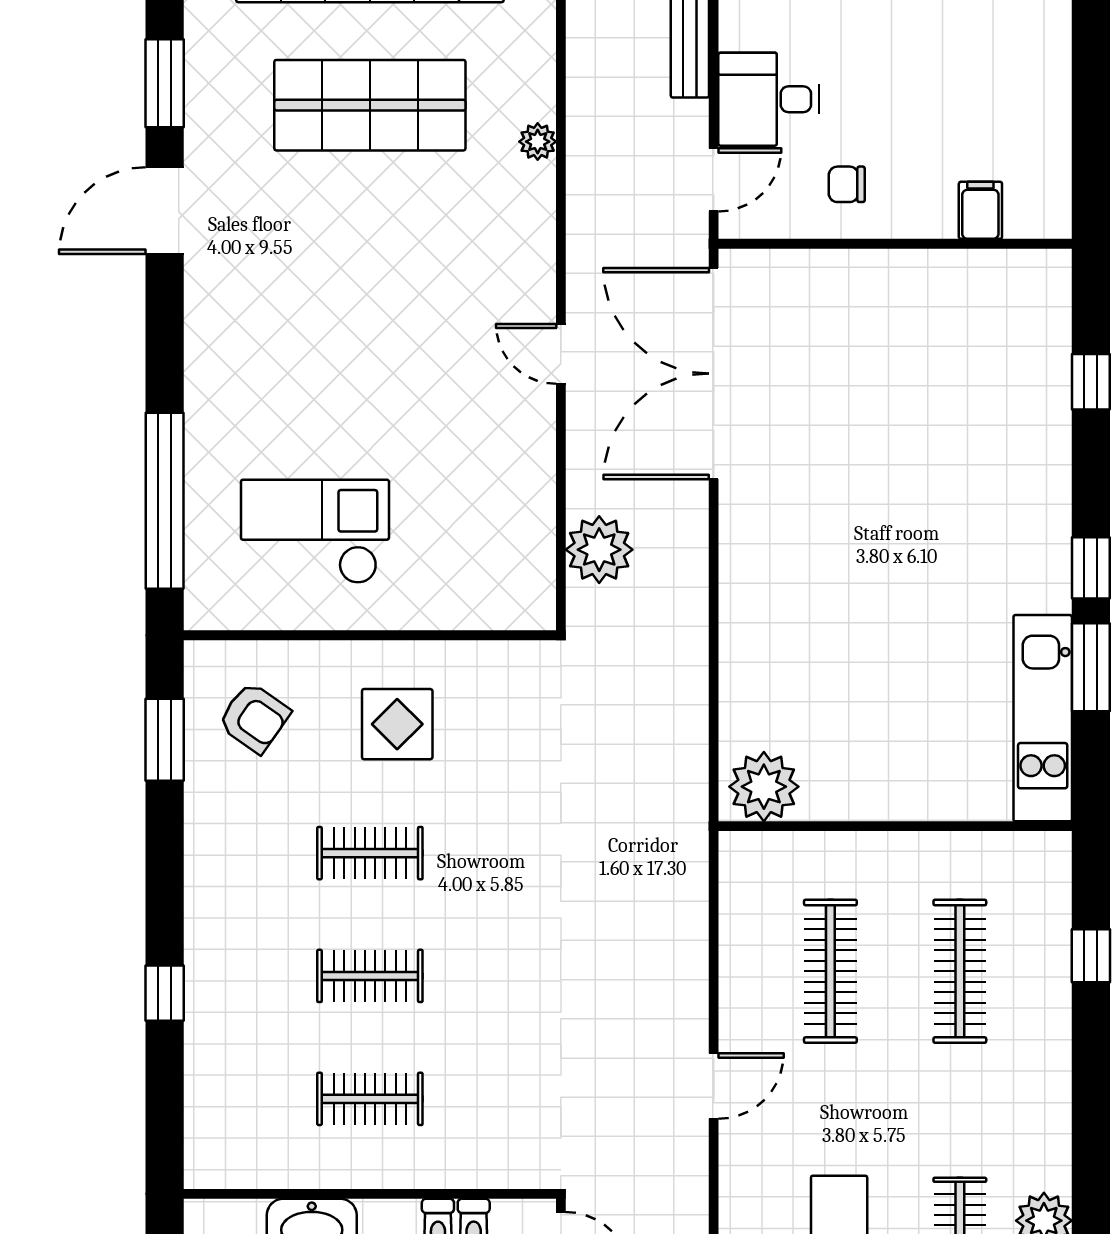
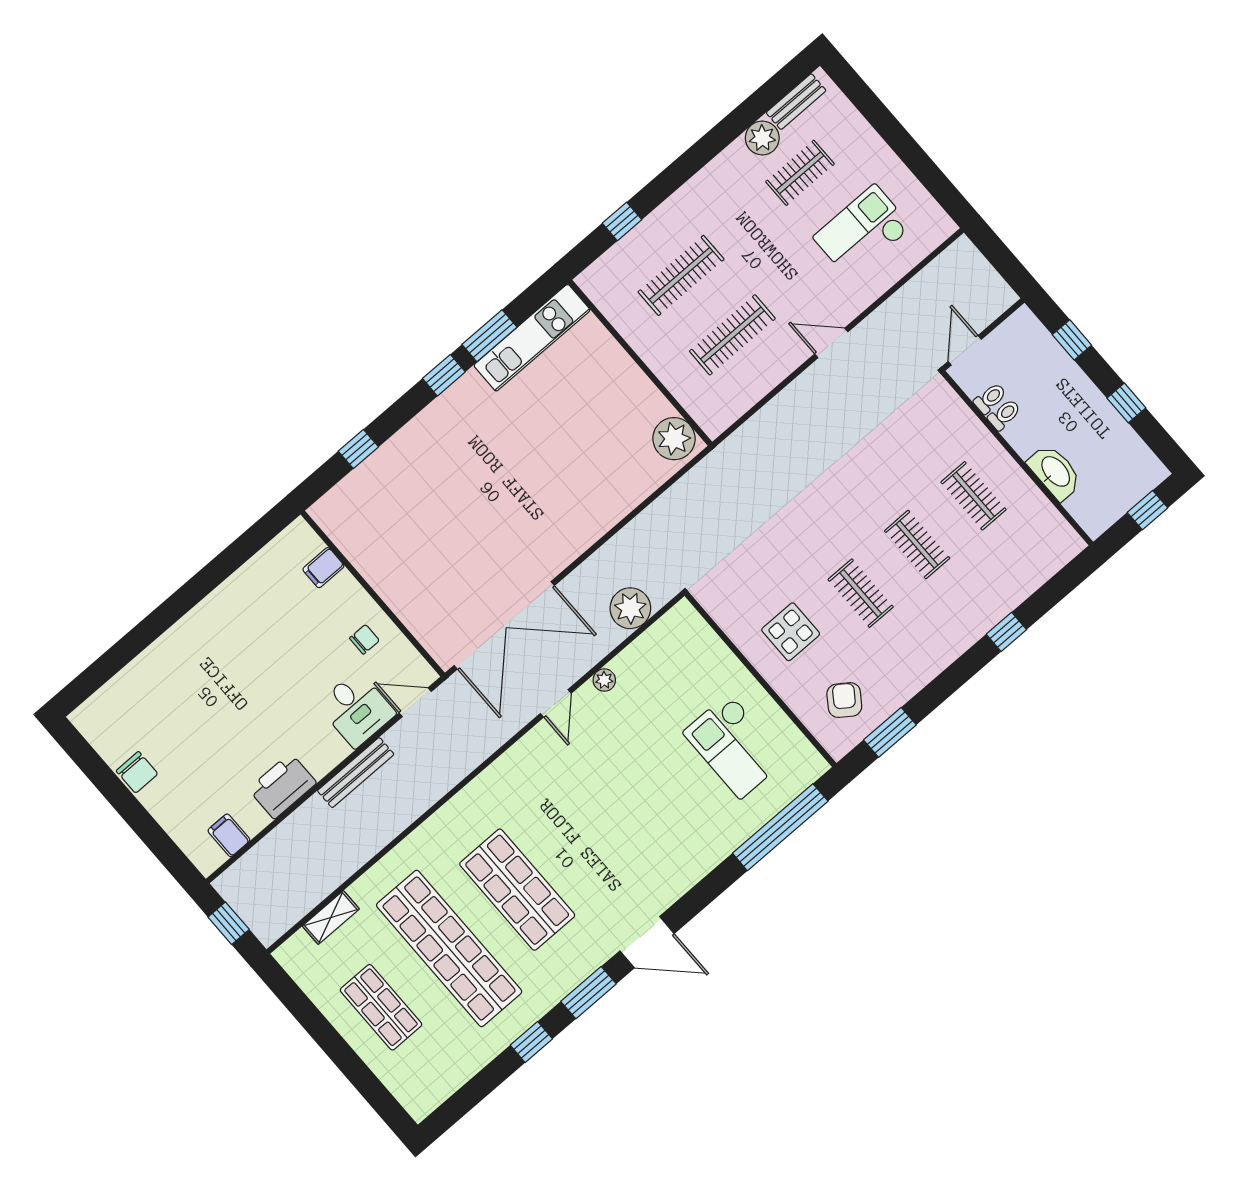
plant: (538, 142) -> (604, 680), moved
chair: (847, 184) -> (364, 639), turned -90

